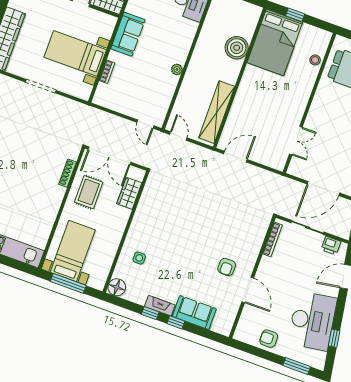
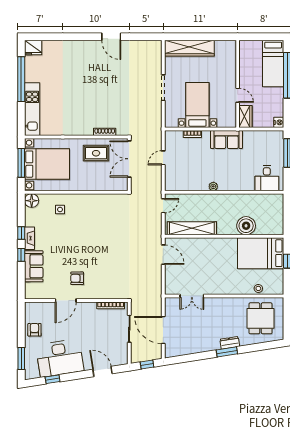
door: (145, 124) -> (163, 158), moved
wardrobe: (129, 193) -> (106, 184), removed
printer: (331, 246) -> (122, 351), removed
bed with nightstands: (73, 251) -> (47, 164), width x1.36

